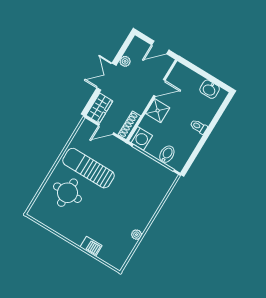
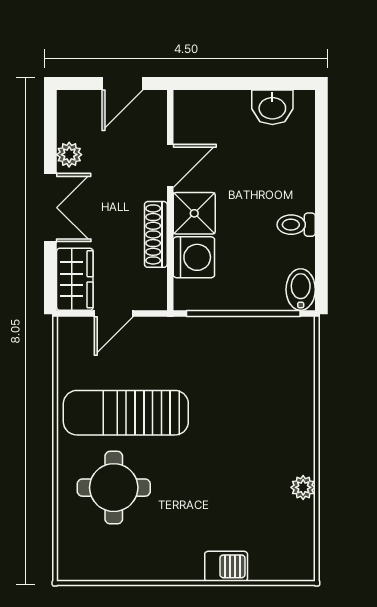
double door: (106, 77) -> (50, 208), swing flipped
shoe rack: (129, 125) -> (156, 234), moved
toilet: (199, 127) -> (296, 225), moved
washing machine: (140, 138) -> (194, 257), moved
bidet: (167, 154) -> (301, 290), moved

